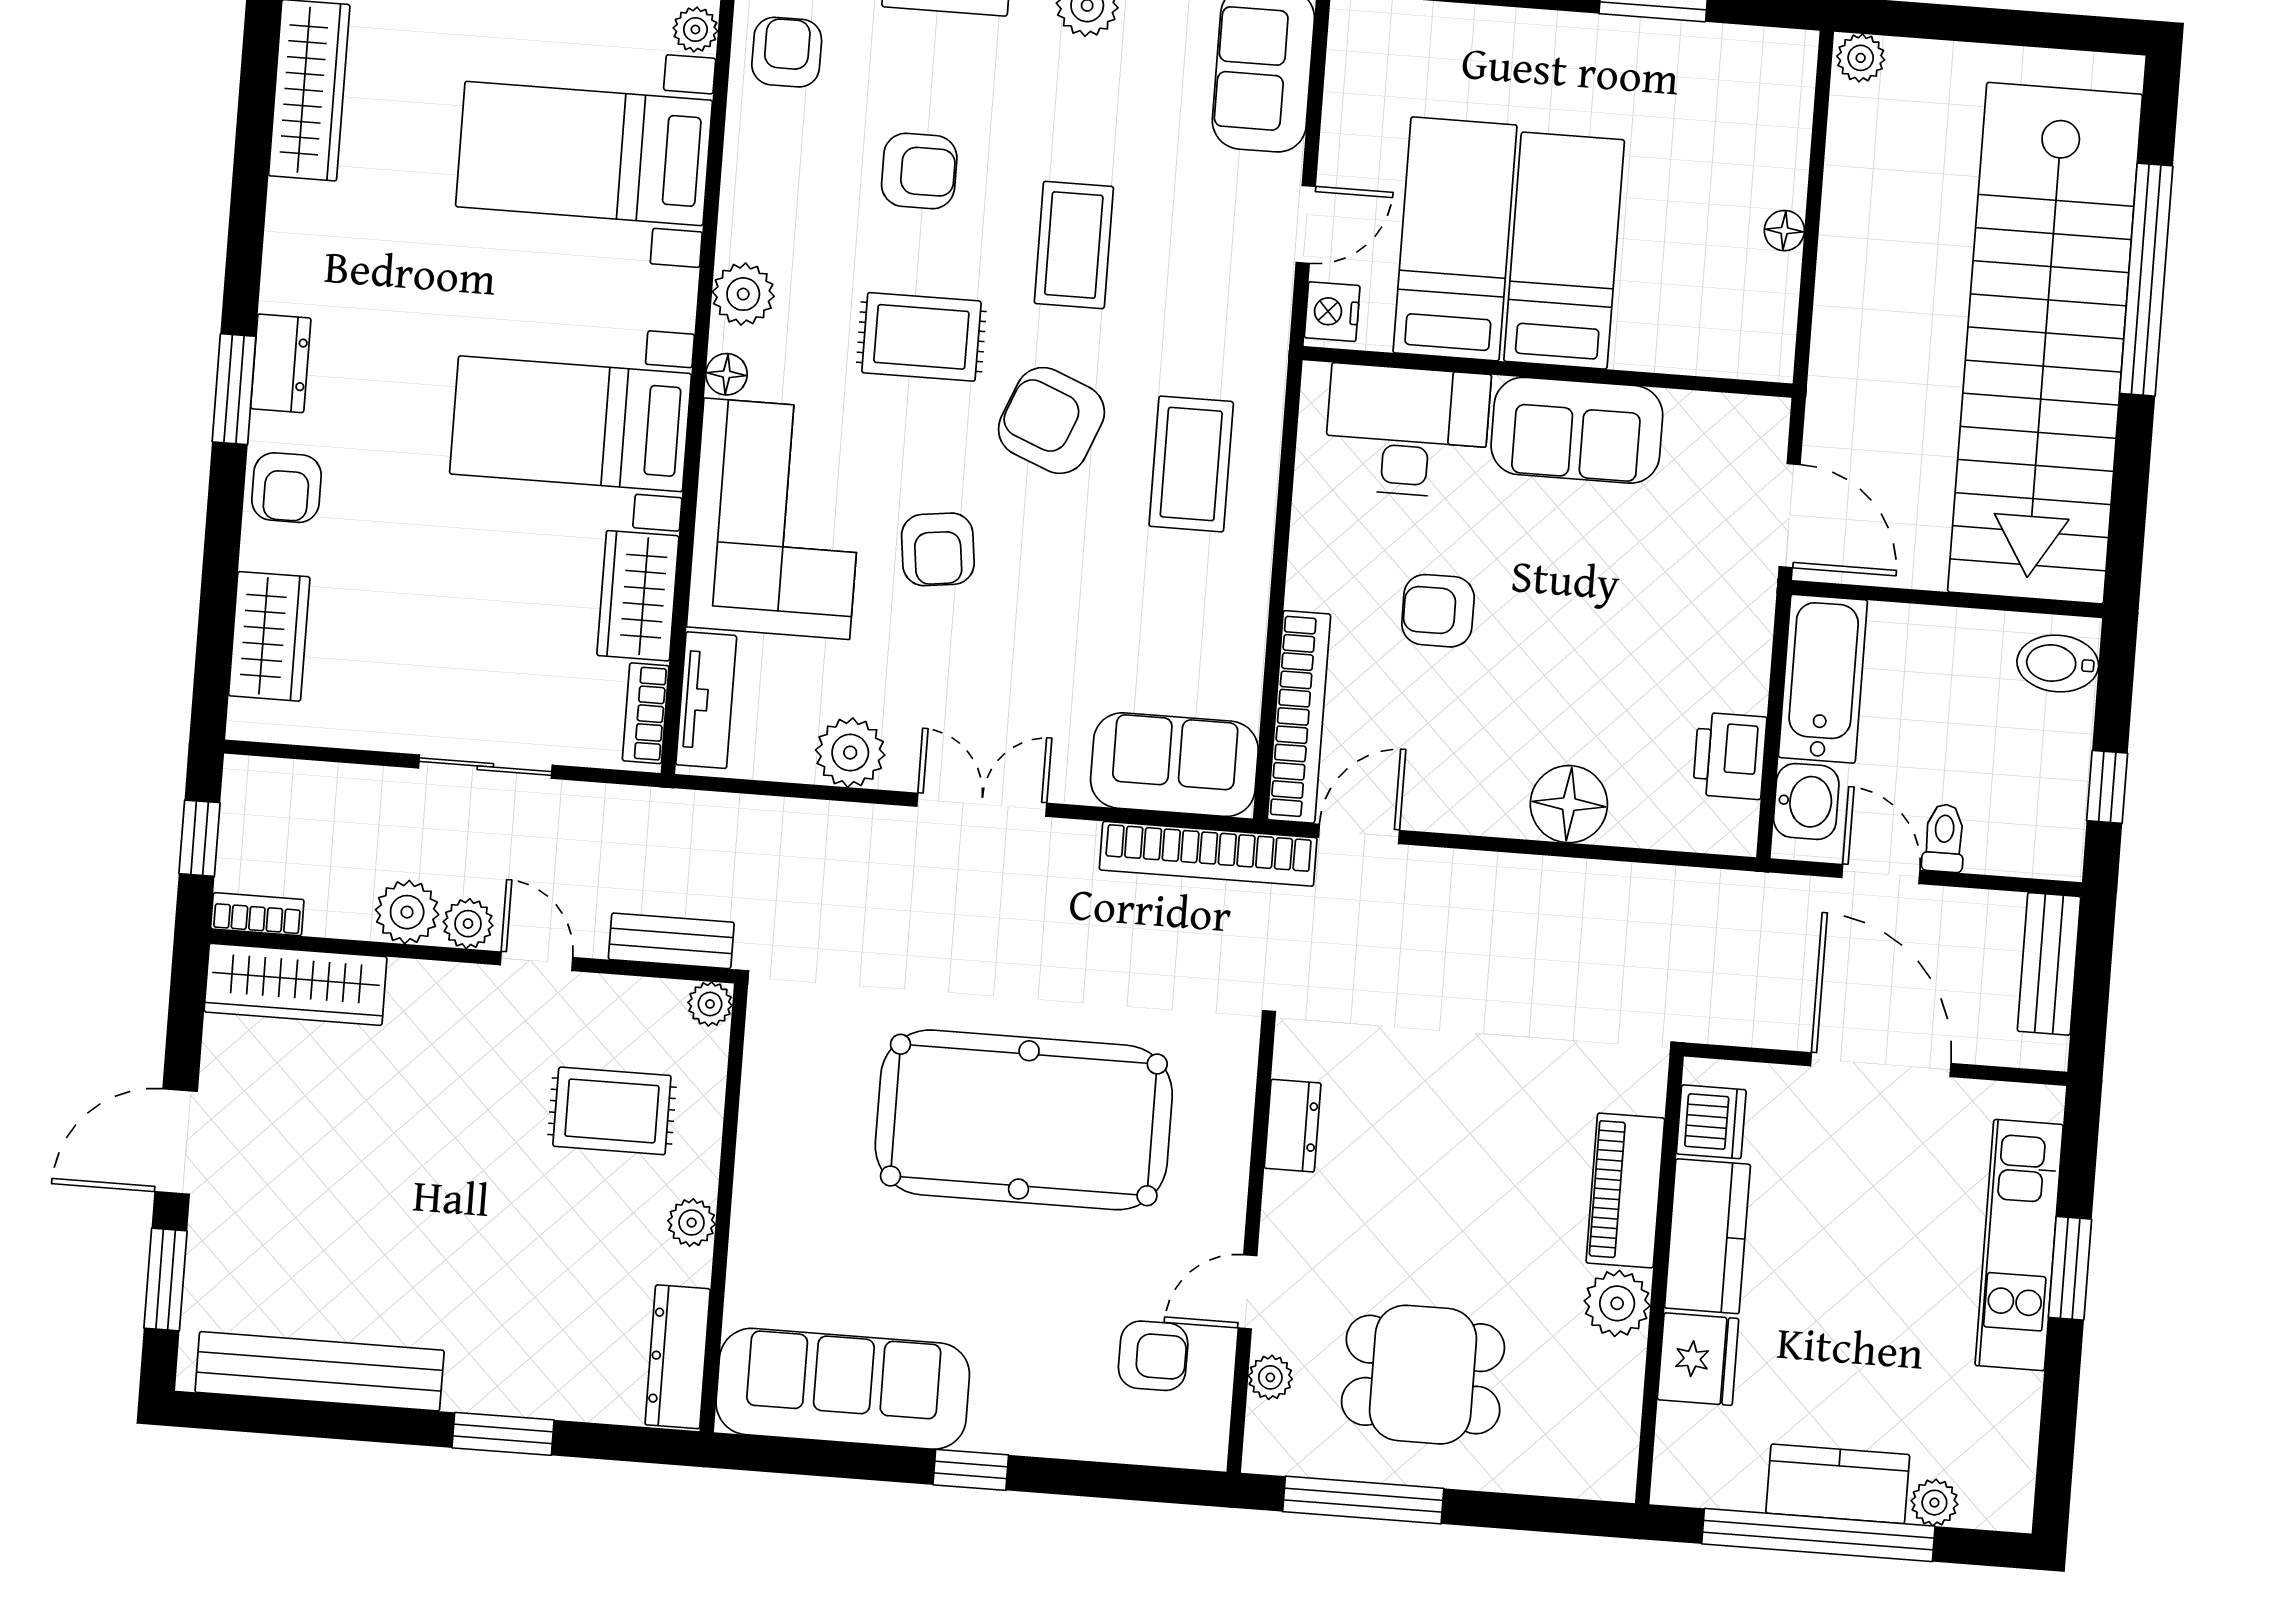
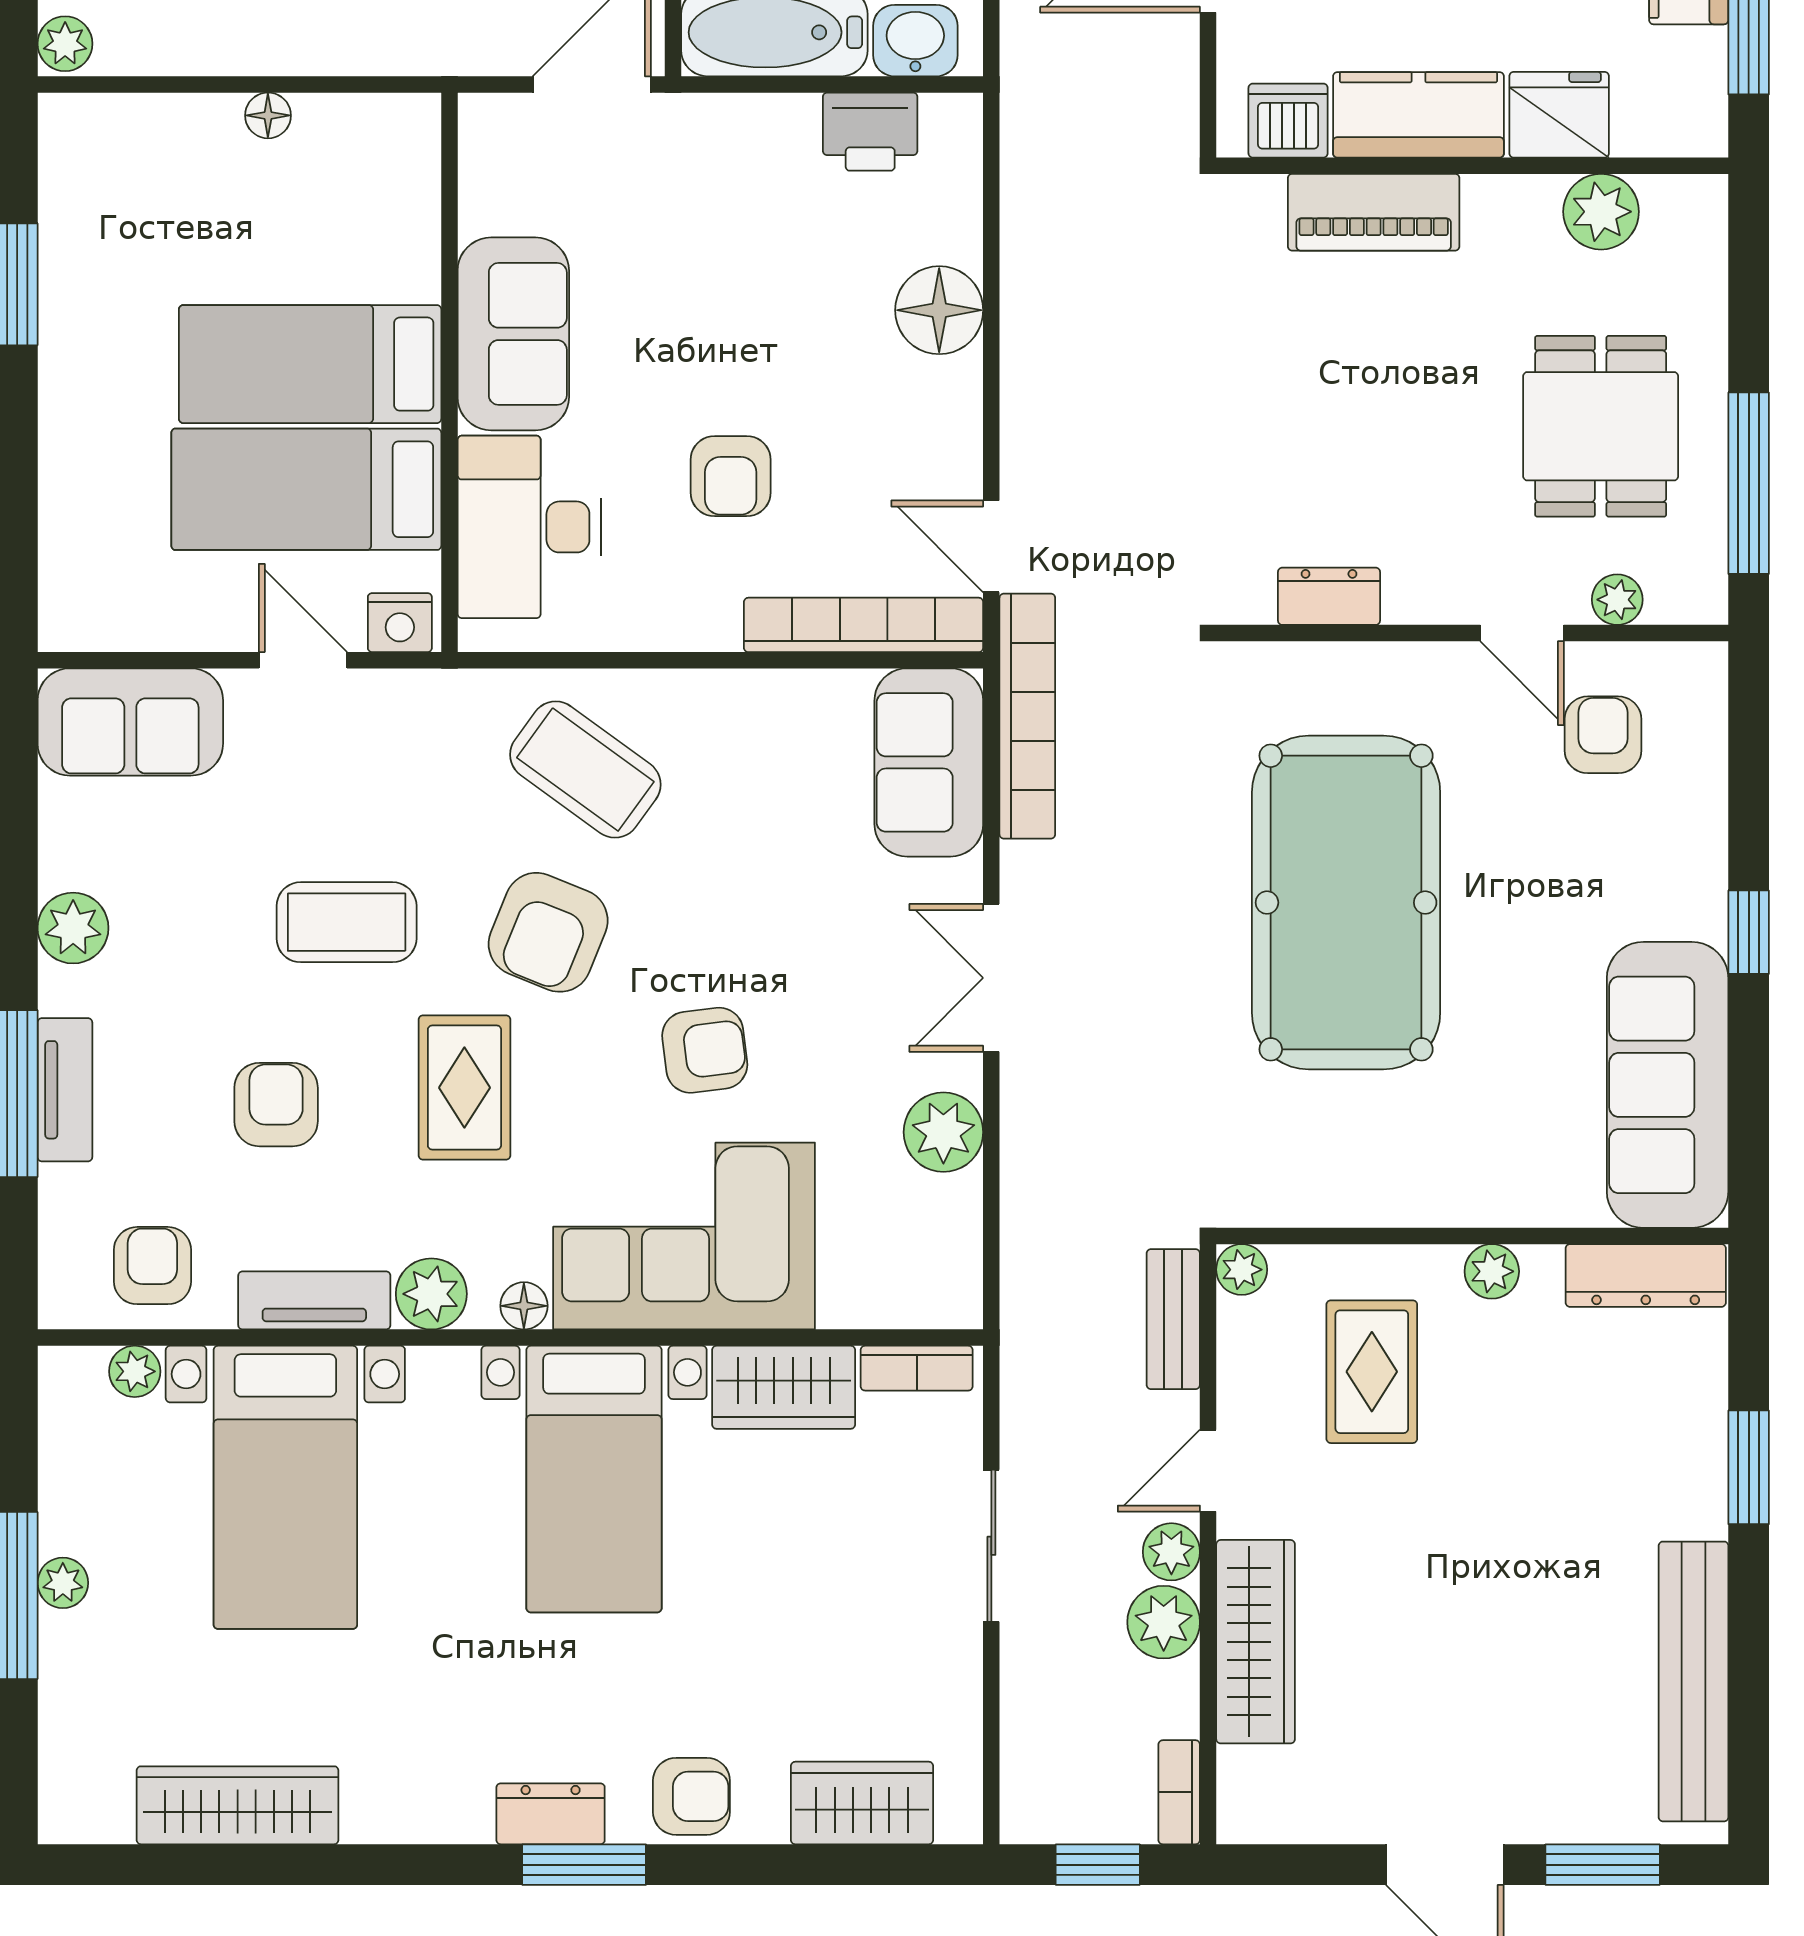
armchair: (787, 52) -> (152, 1266), turned 90
coffee table: (1191, 464) -> (585, 770), turned 36
tv unit: (706, 700) -> (314, 1300), moved
wardrobe: (296, 984) -> (1256, 1642), moved
plant: (1617, 1303) -> (1601, 212), moved

